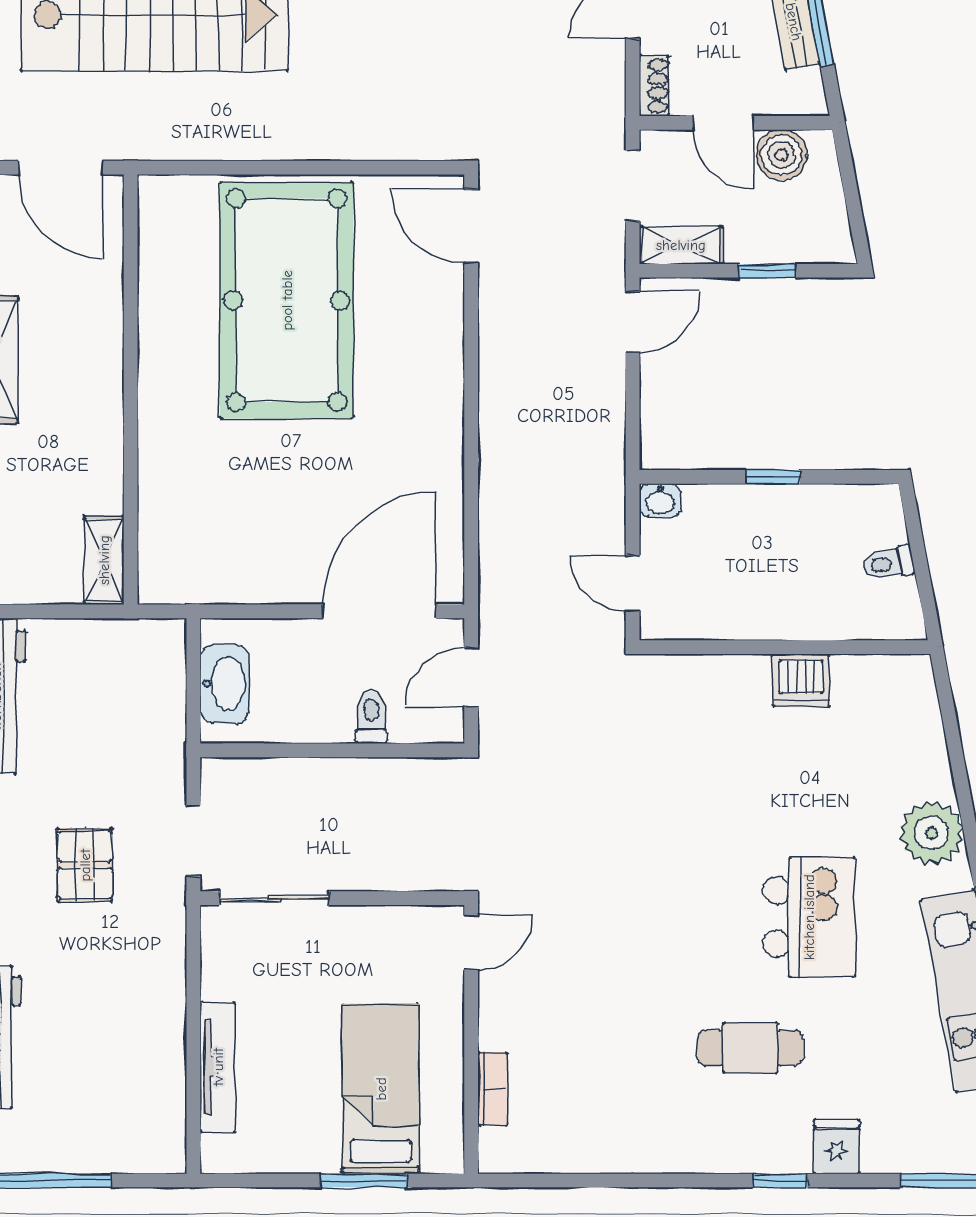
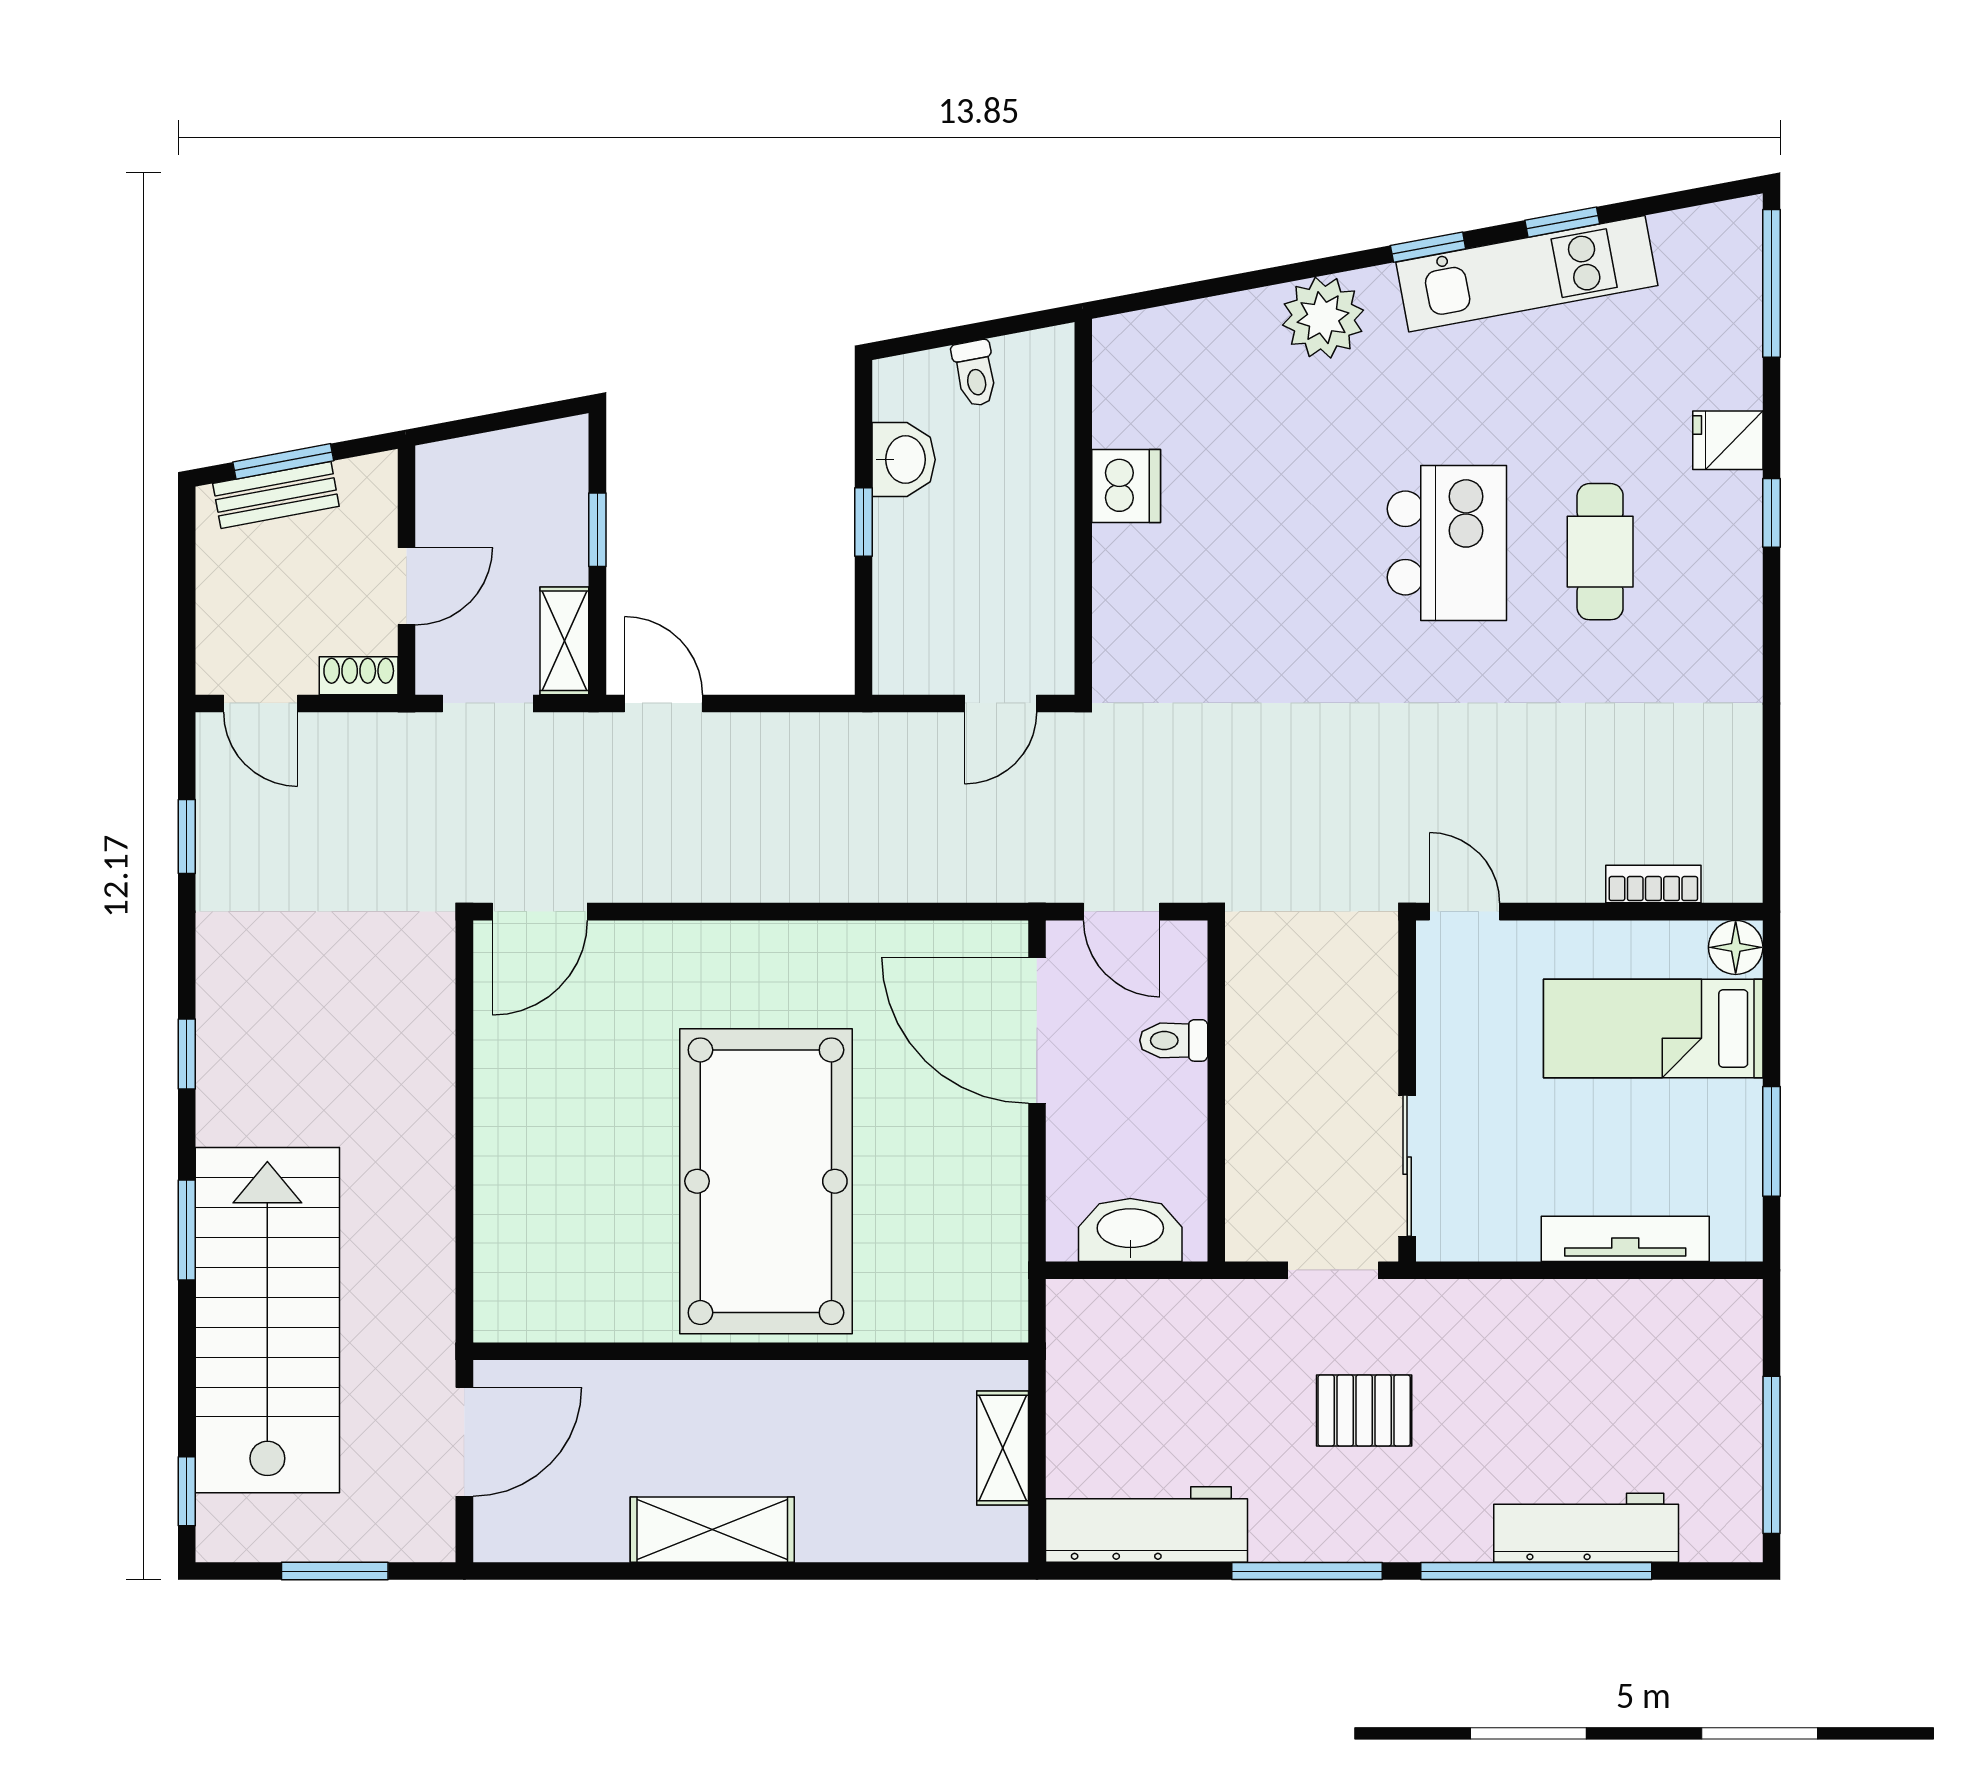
boiler: (782, 155) -> (448, 511), removed
pool table: (287, 300) -> (766, 1181), moved, turned 90
washbasin: (660, 500) -> (904, 460), moved, width x1.38, depth x1.45
shelving: (104, 560) -> (1003, 1448), moved, turned 90
kitchen island: (809, 917) -> (1447, 543), moved, turned 90
floor lamp: (443, 1153) -> (1736, 947), added
window: (364, 1181) -> (1771, 1141), moved

